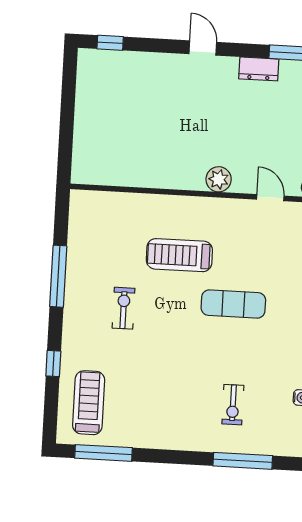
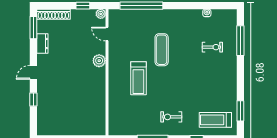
window: (110, 43) -> (33, 99), moved
door: (270, 198) -> (107, 34), hinge flipped
exercise bike: (124, 308) -> (171, 117), moved
window: (104, 453) -> (240, 111), width x0.69

